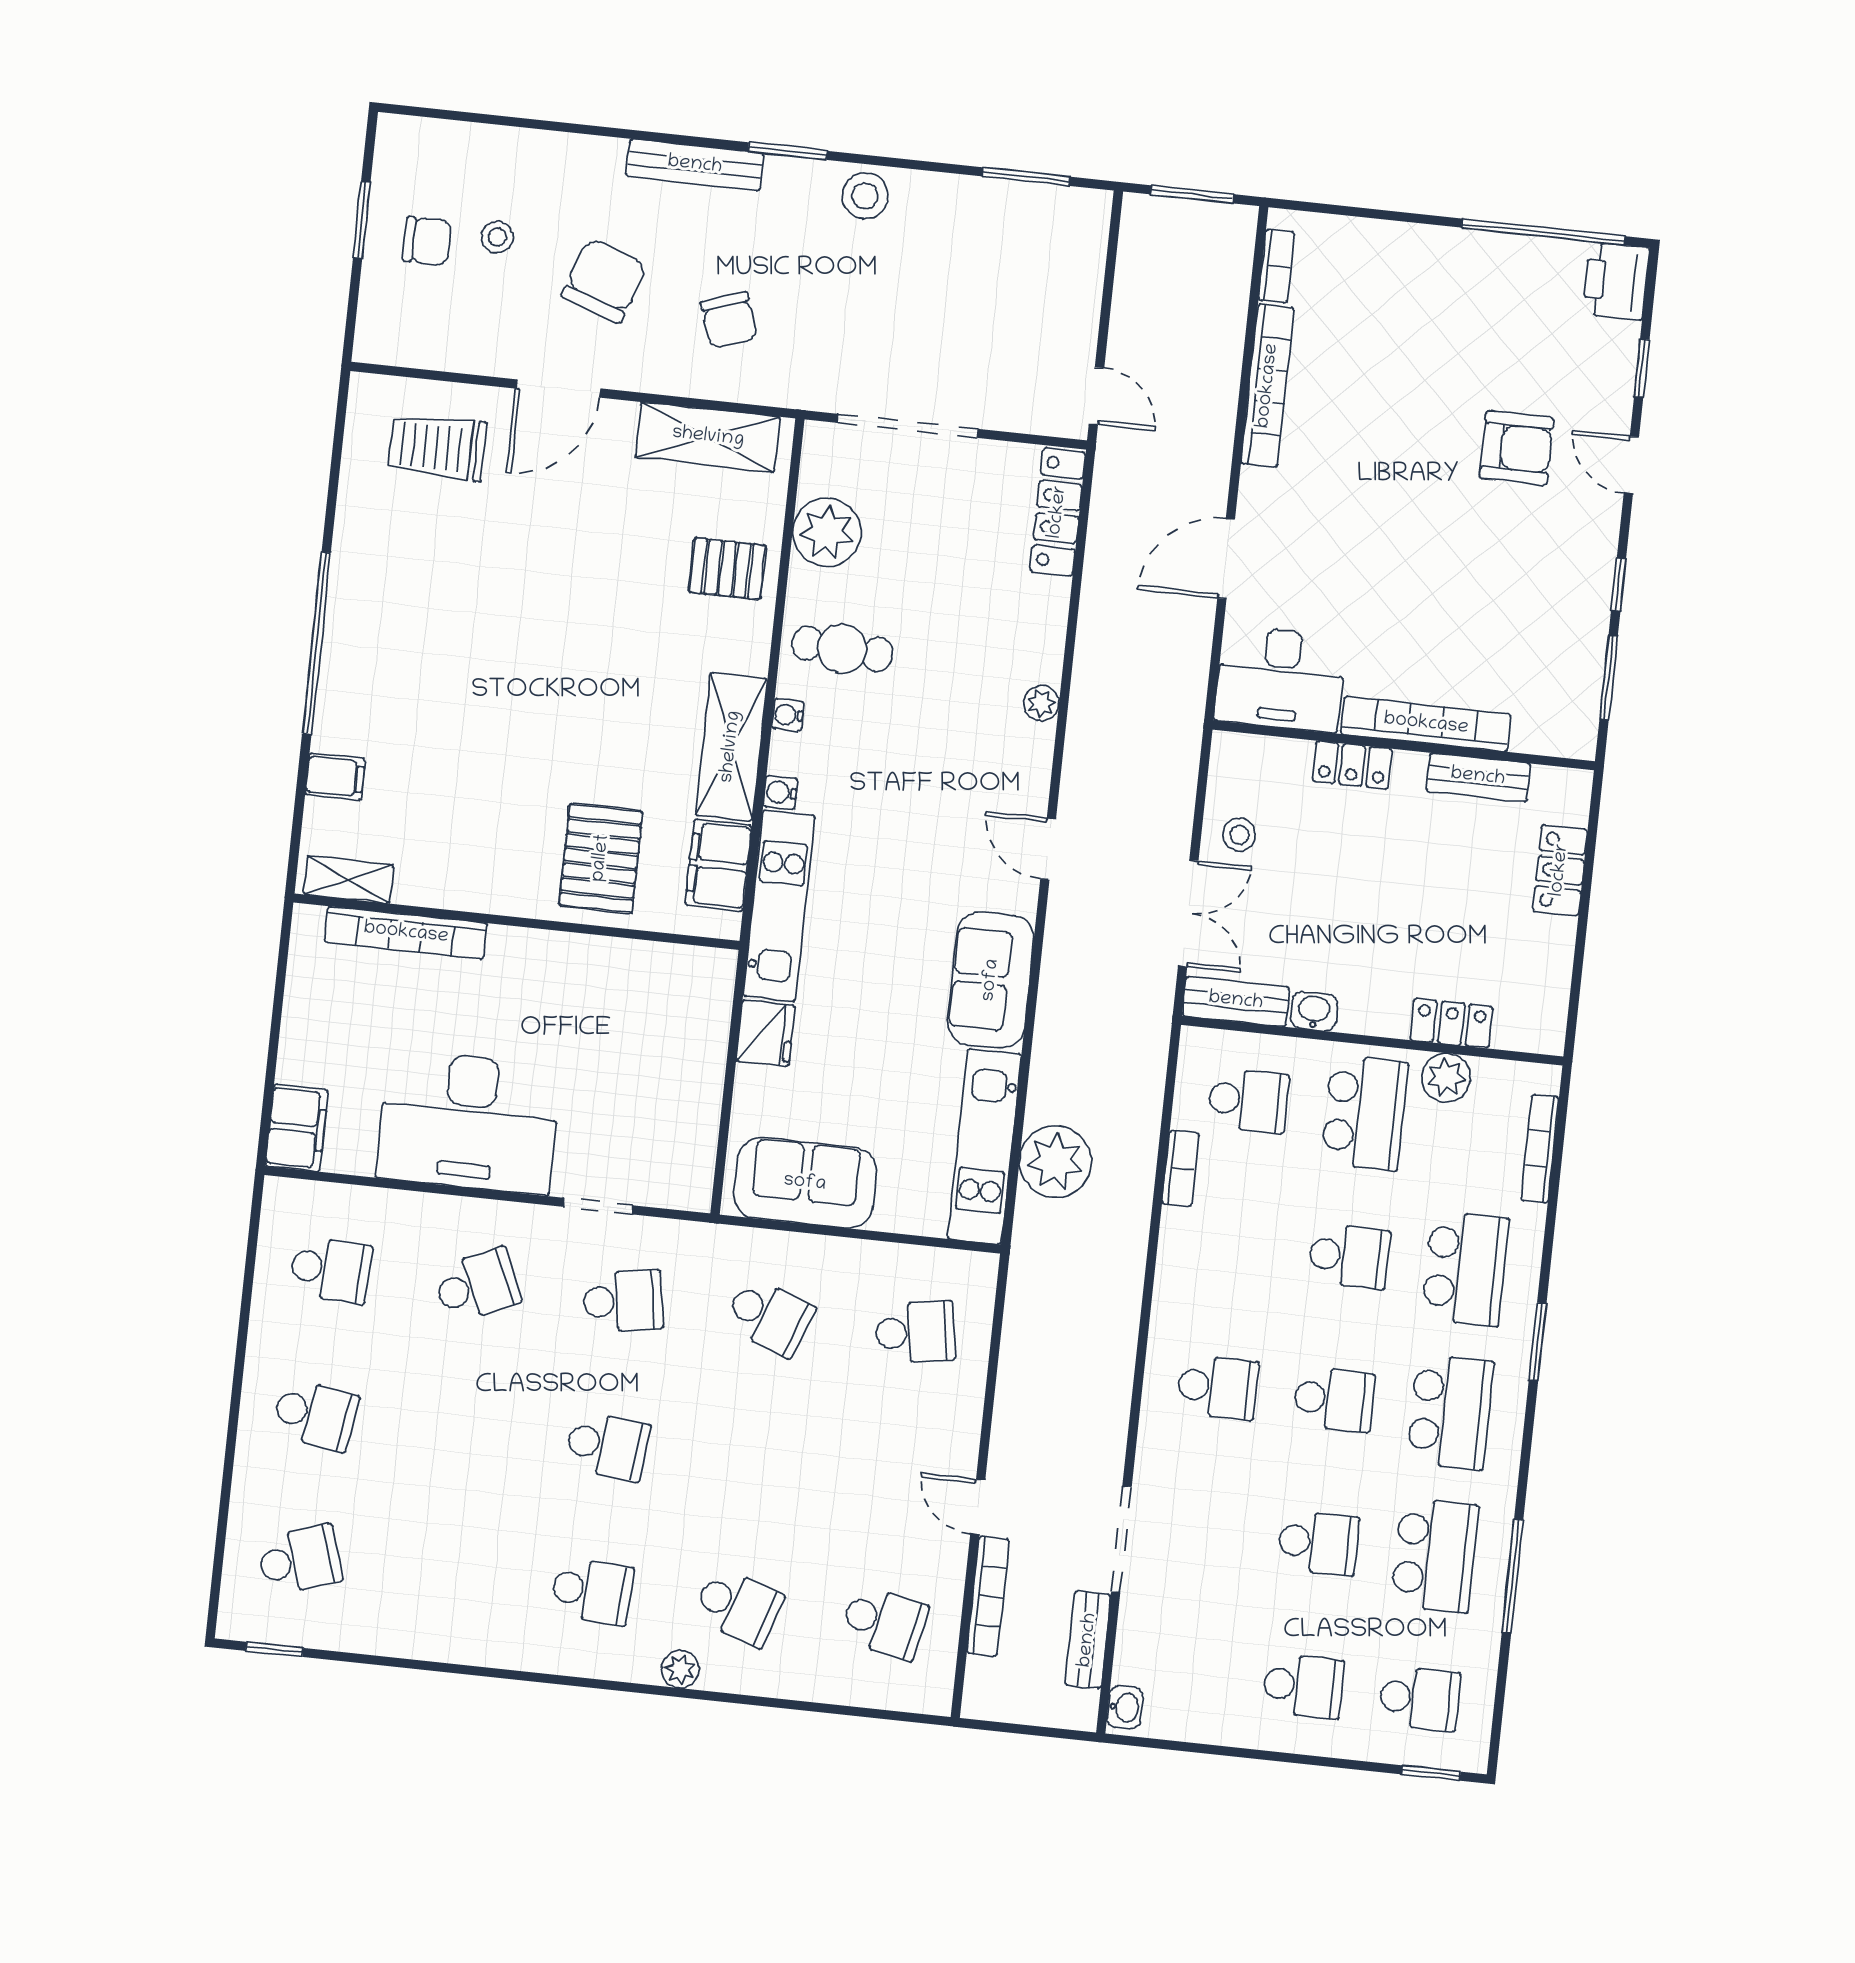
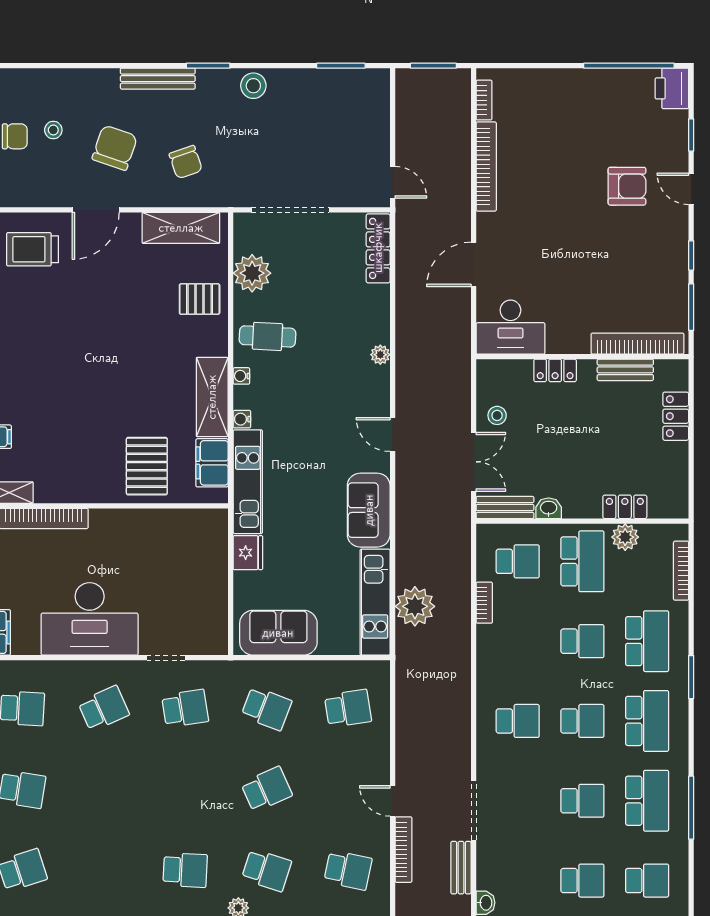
bookcase: (1426, 724) -> (637, 344), moved
school desk: (607, 1446) -> (267, 789), moved, turned -30

